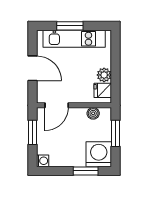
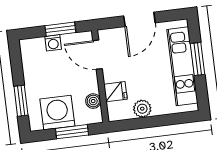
fridge: (103, 90) -> (115, 92), moved, turned 90
washing machine: (99, 154) -> (57, 113), moved, turned -90
washing machine: (43, 161) -> (53, 43), moved

